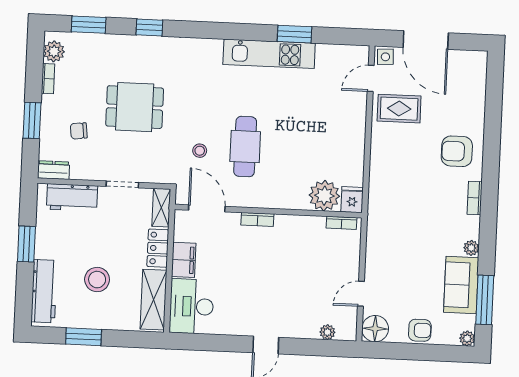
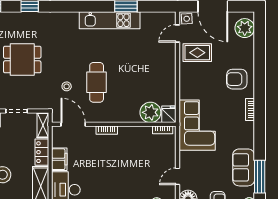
corner sofa: (394, 218) -> (197, 125), added
plant: (471, 248) -> (245, 28), moved, width x1.87, depth x1.87

